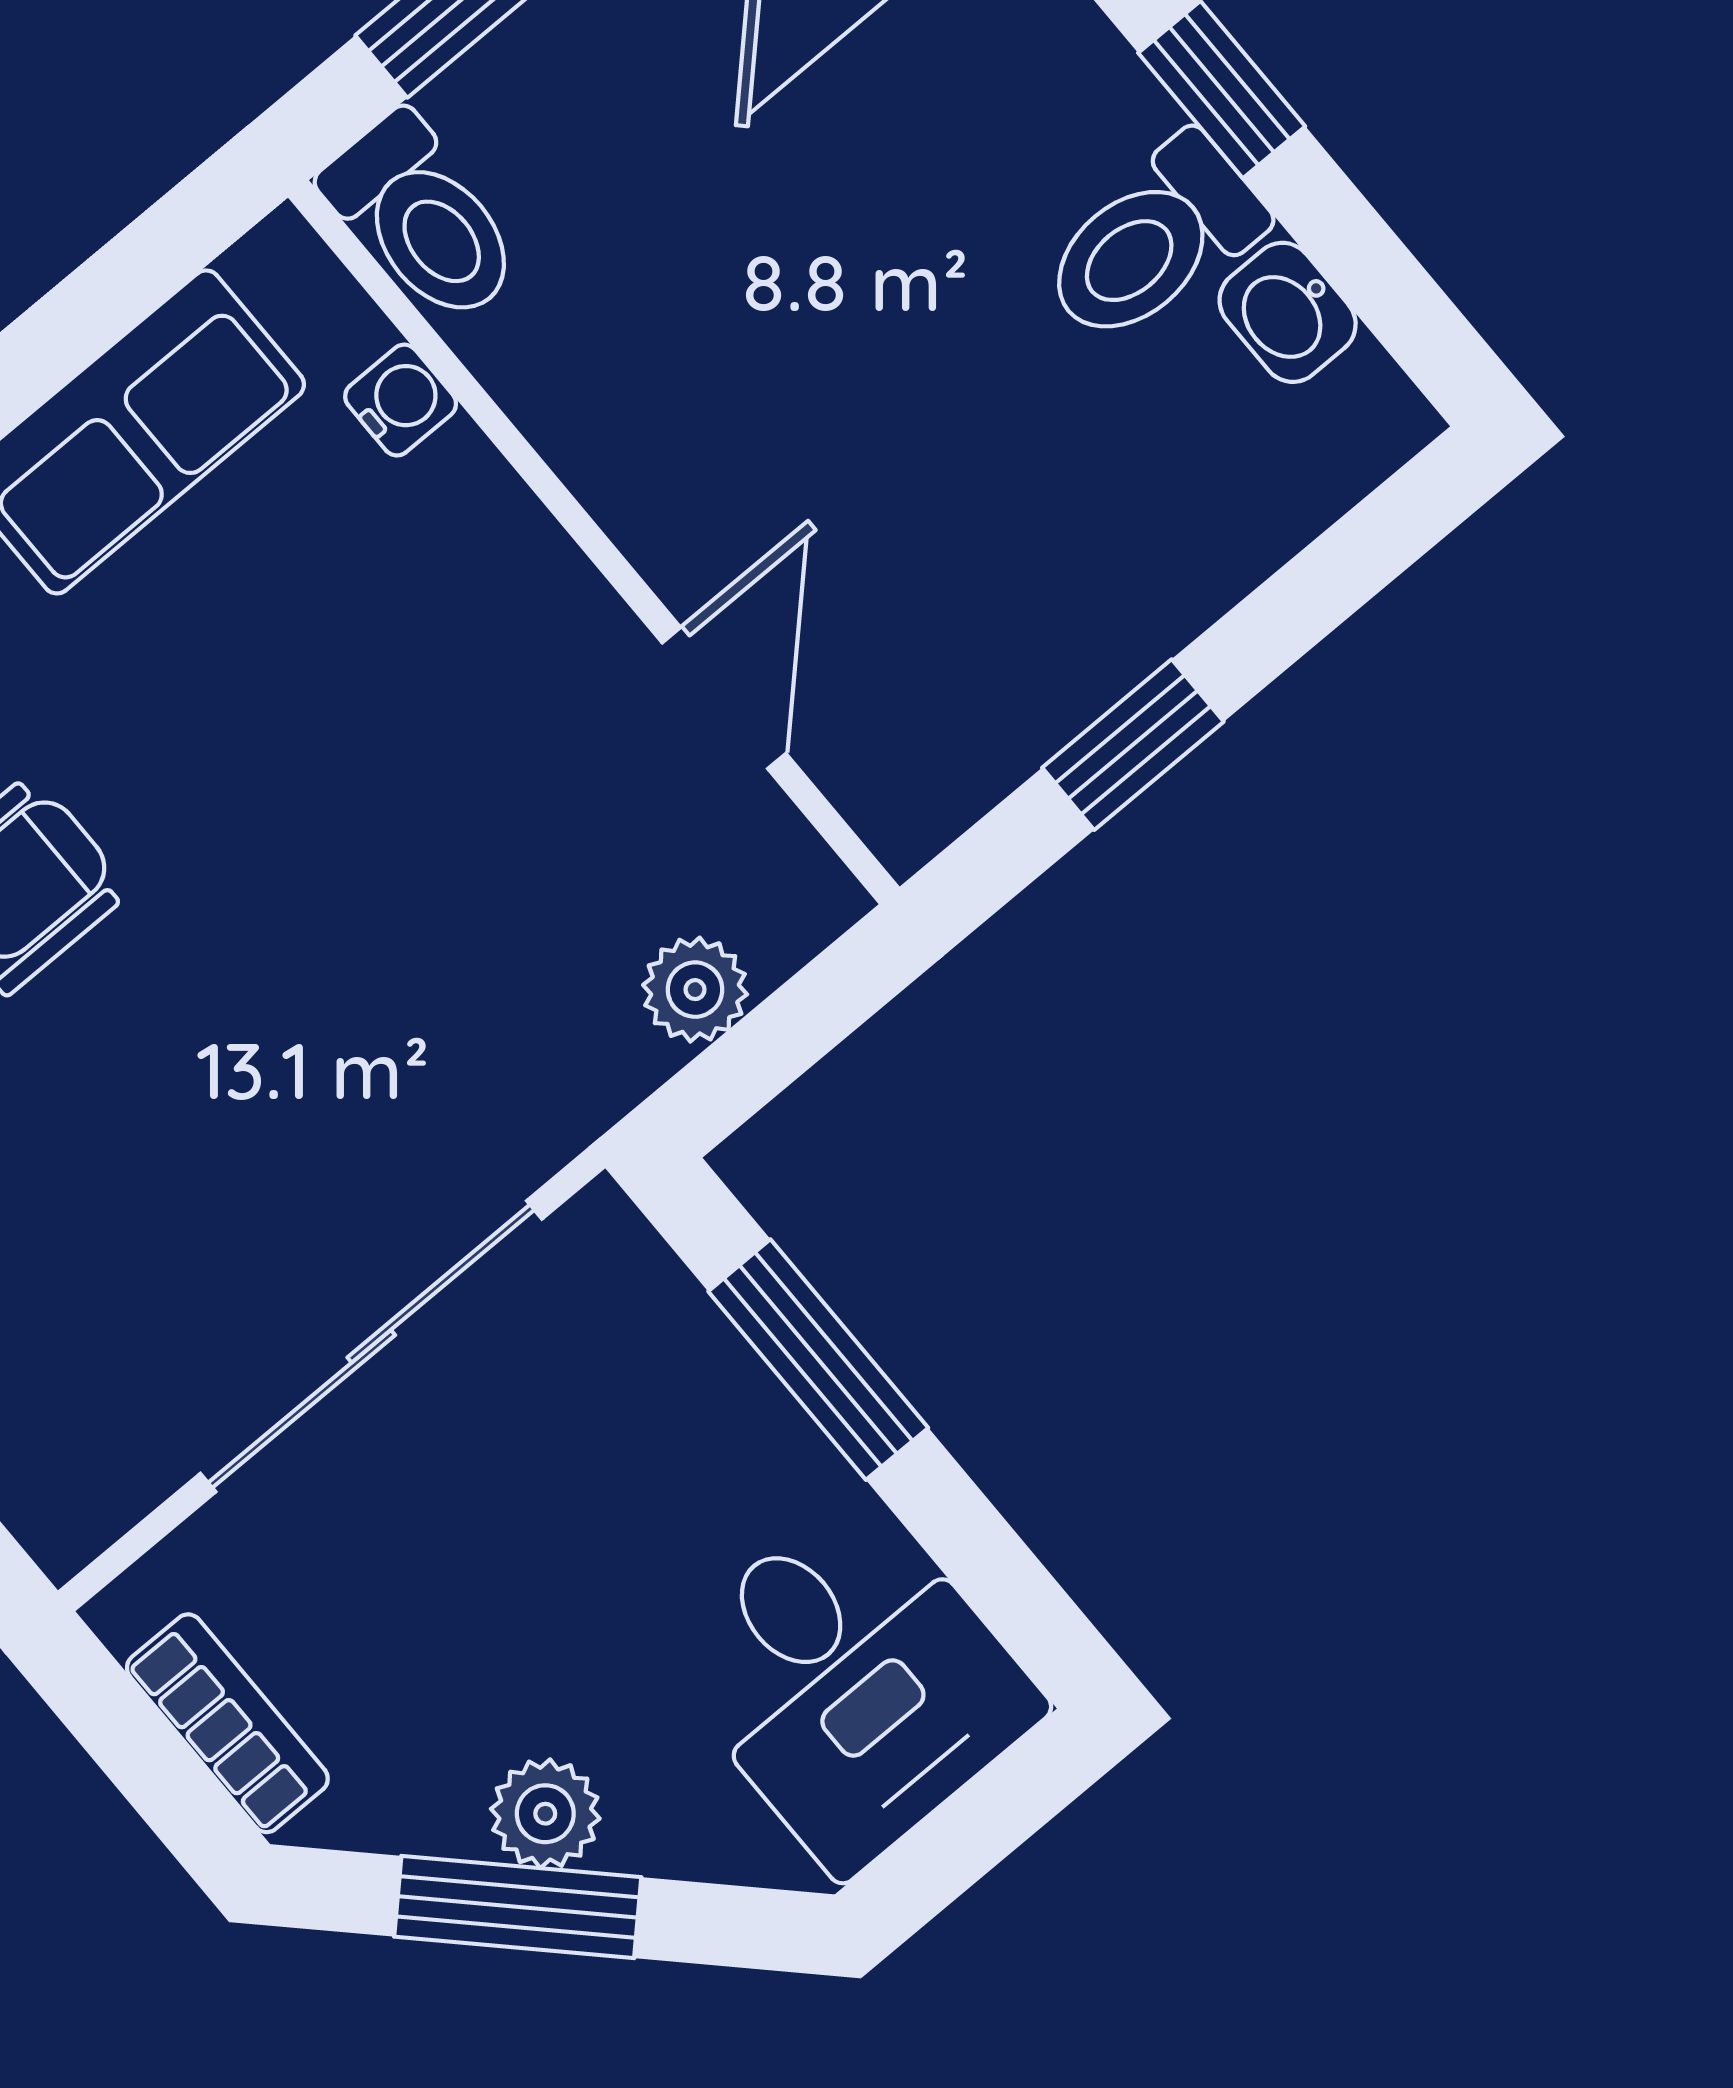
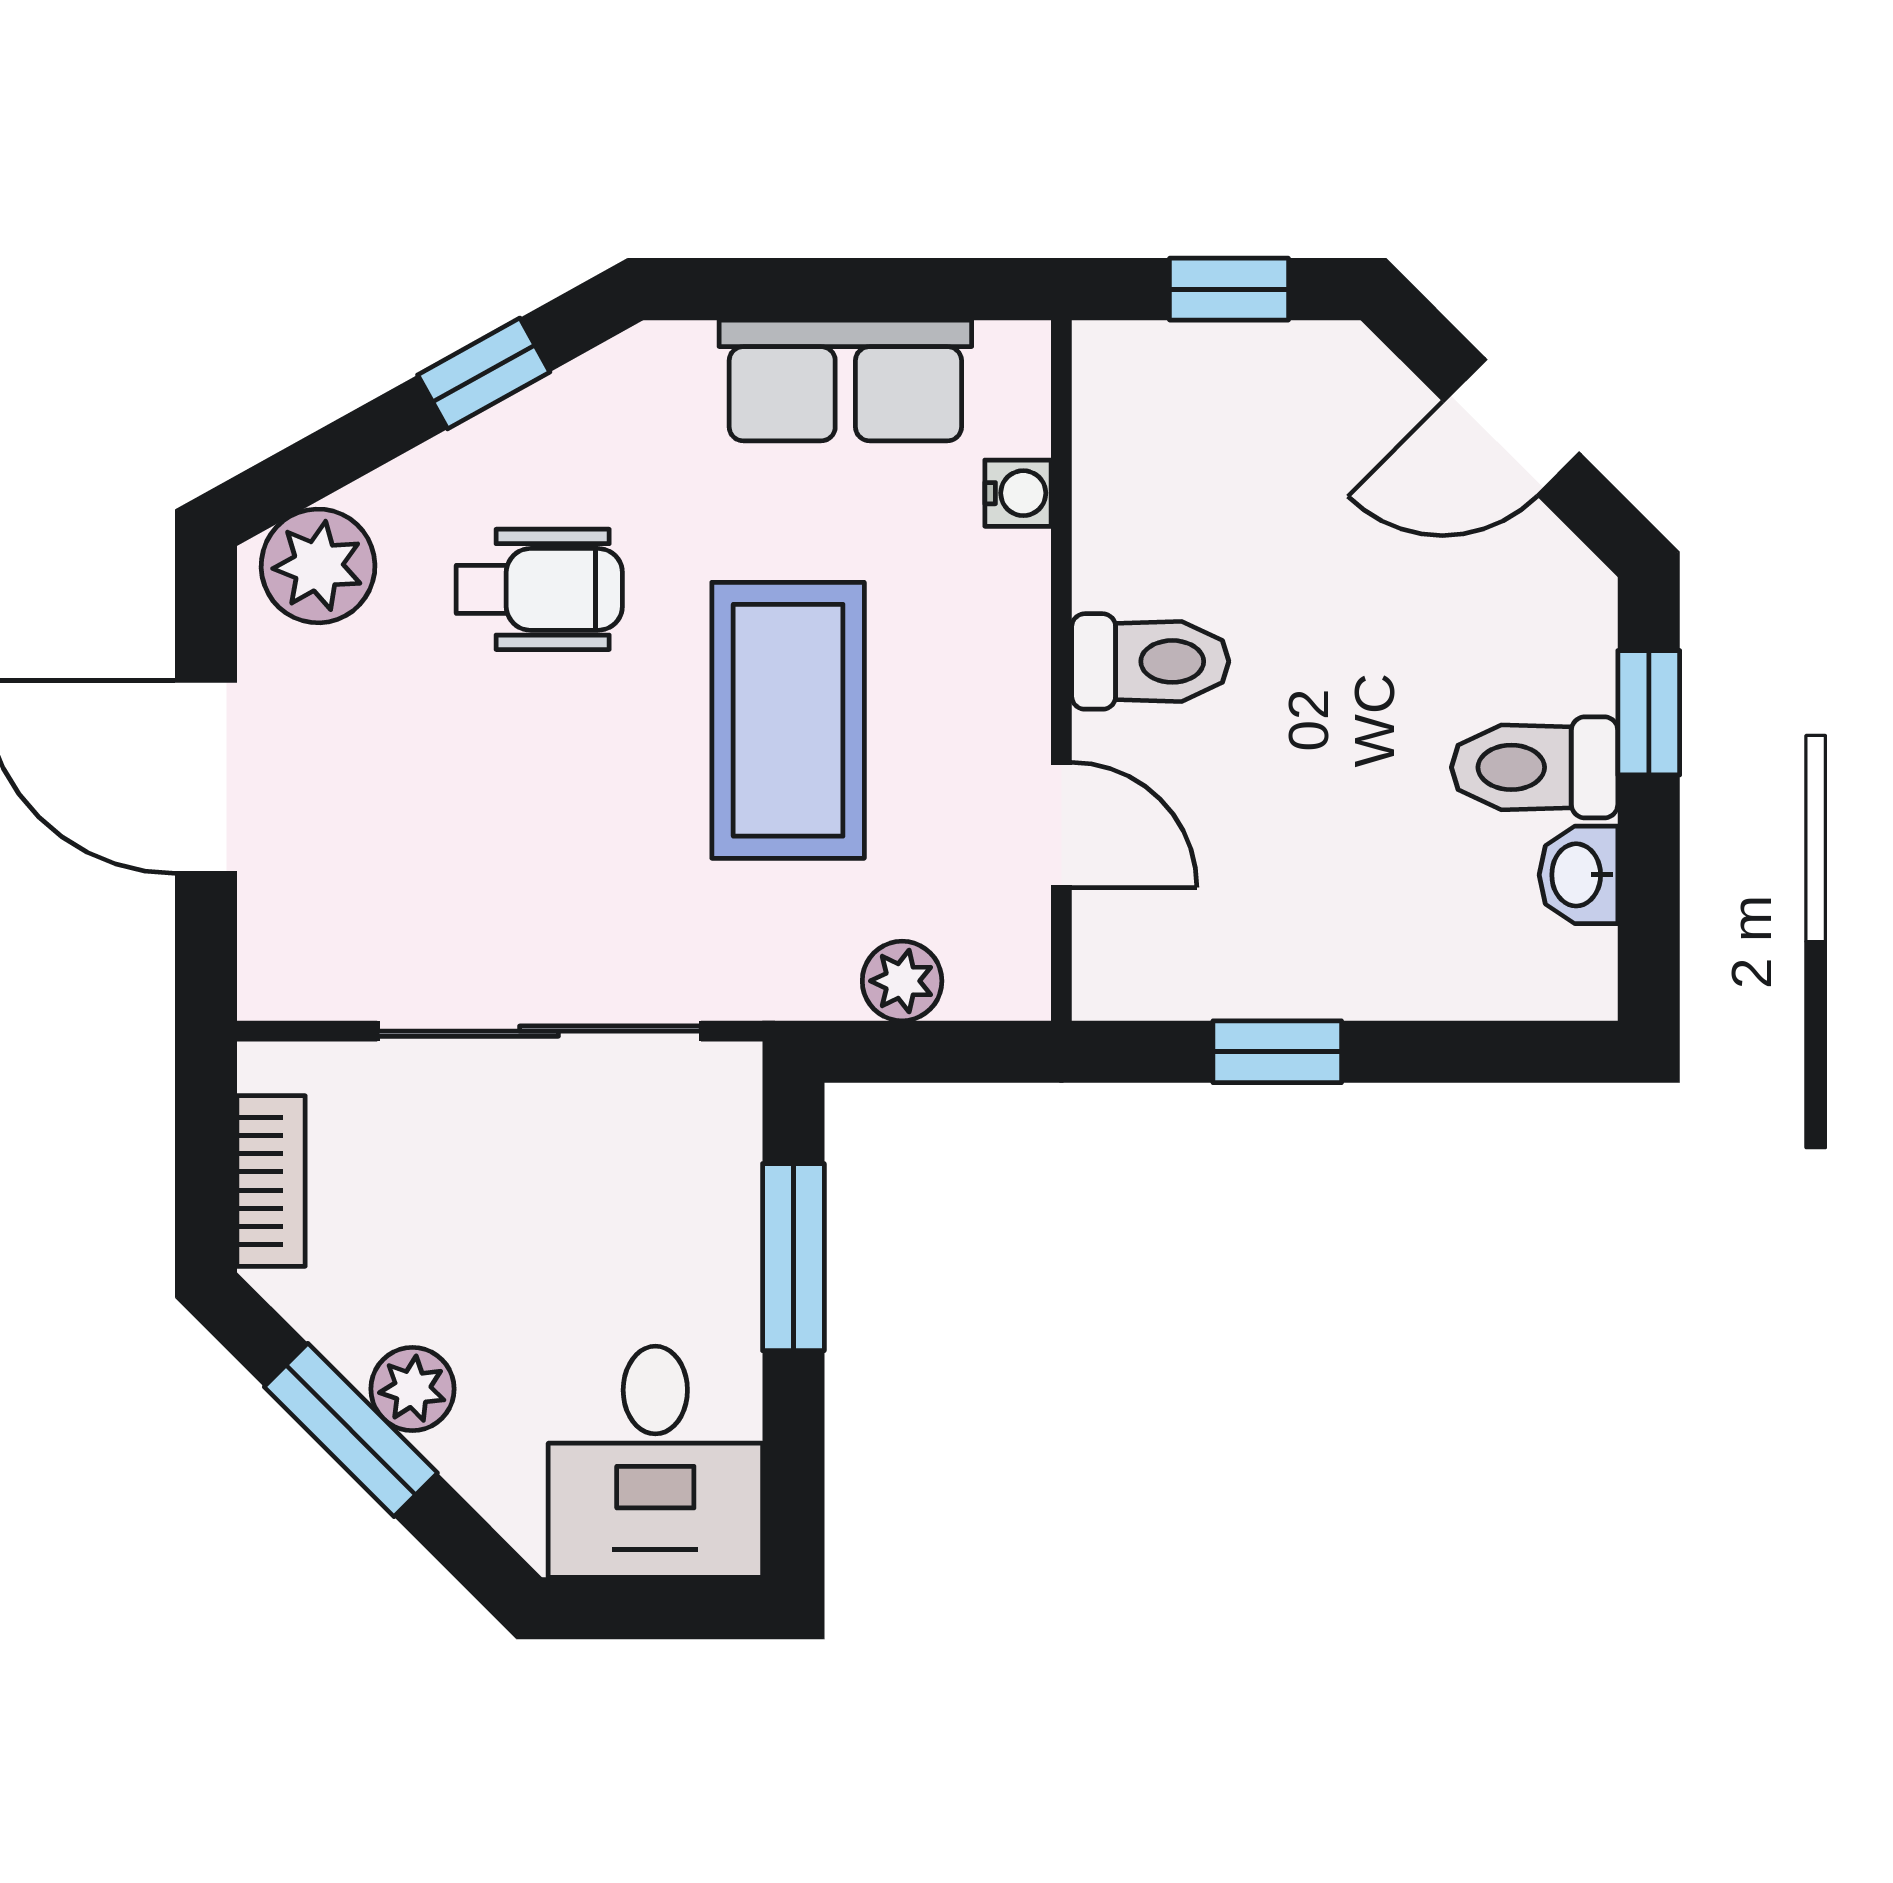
toilet: (423, 219) -> (1150, 661), moved, turned -90
door: (724, 698) -> (1061, 825), hinge flipped
coffee table: (360, 823) -> (788, 720), added

